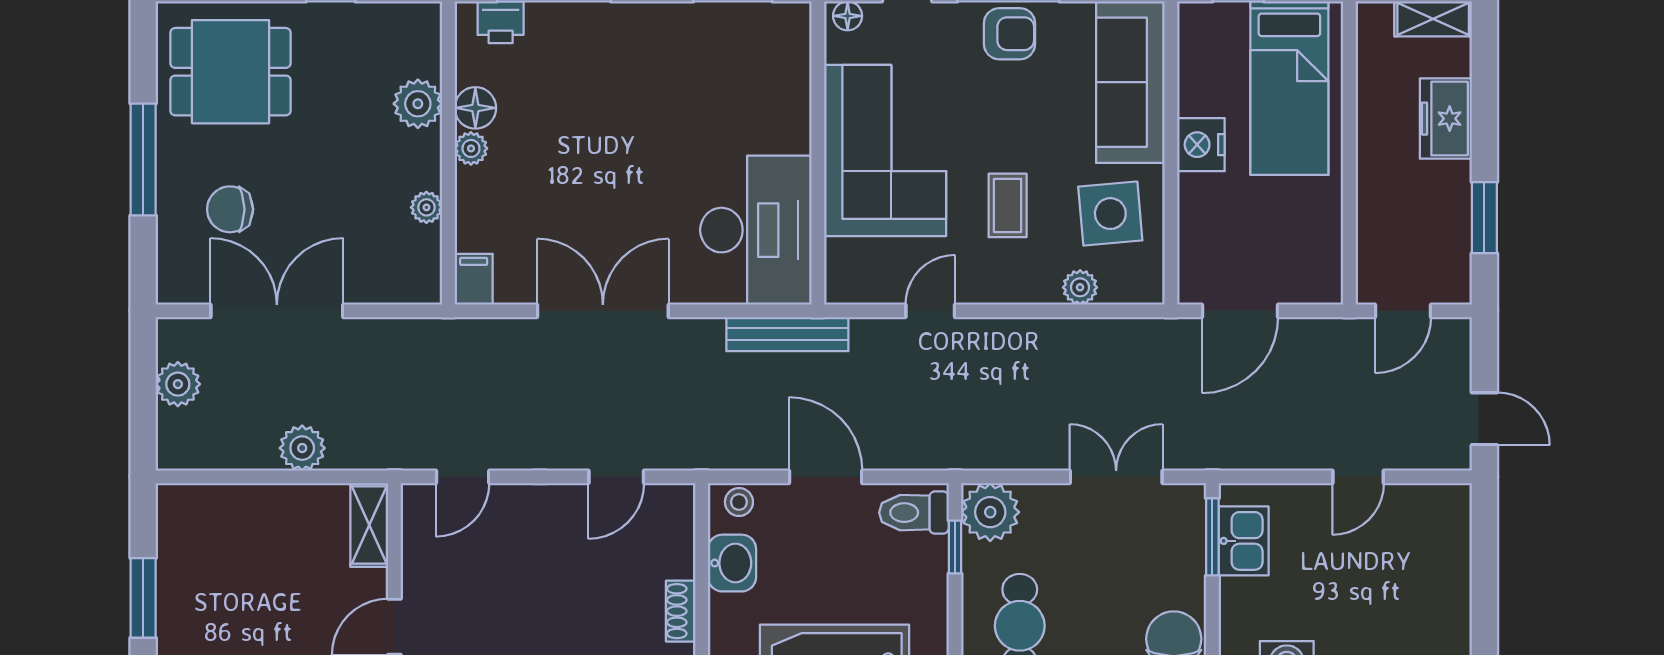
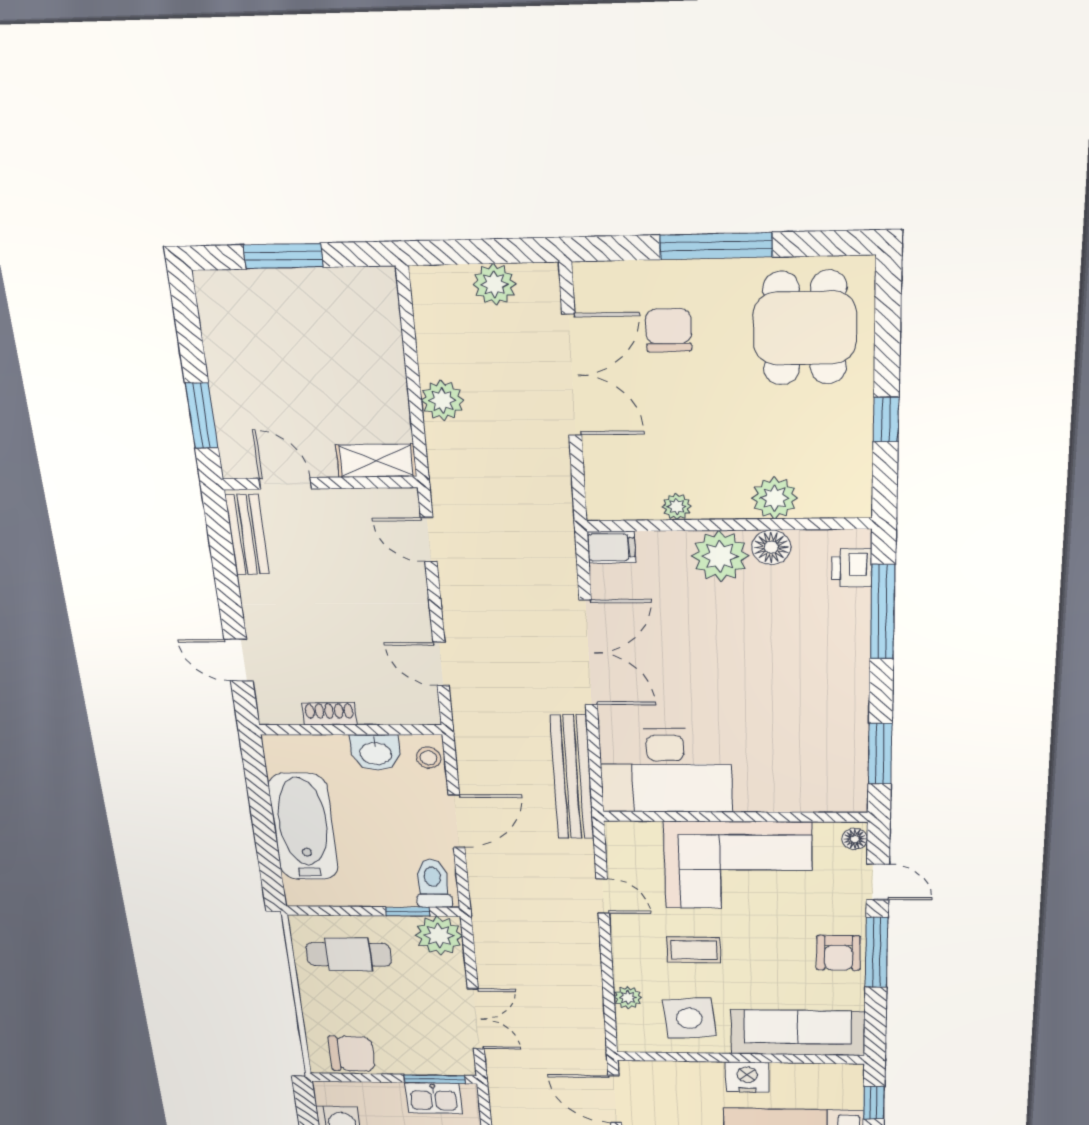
plant: (471, 148) -> (720, 556), width x1.87, depth x1.87
bench: (787, 334) -> (572, 777), width x1.37, depth x1.21

